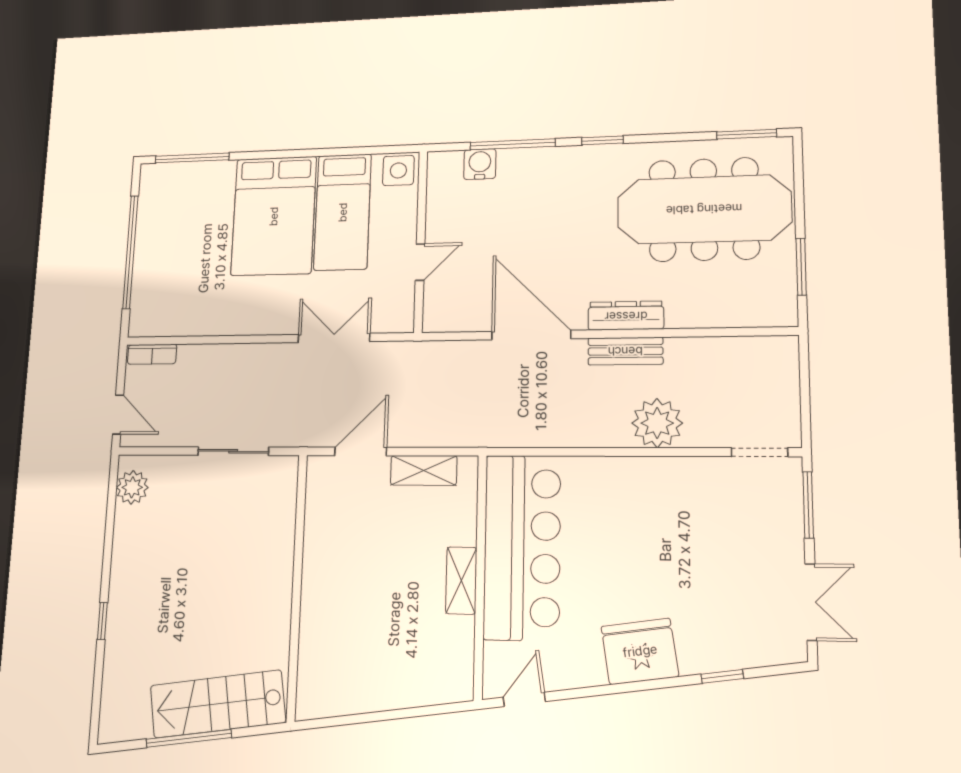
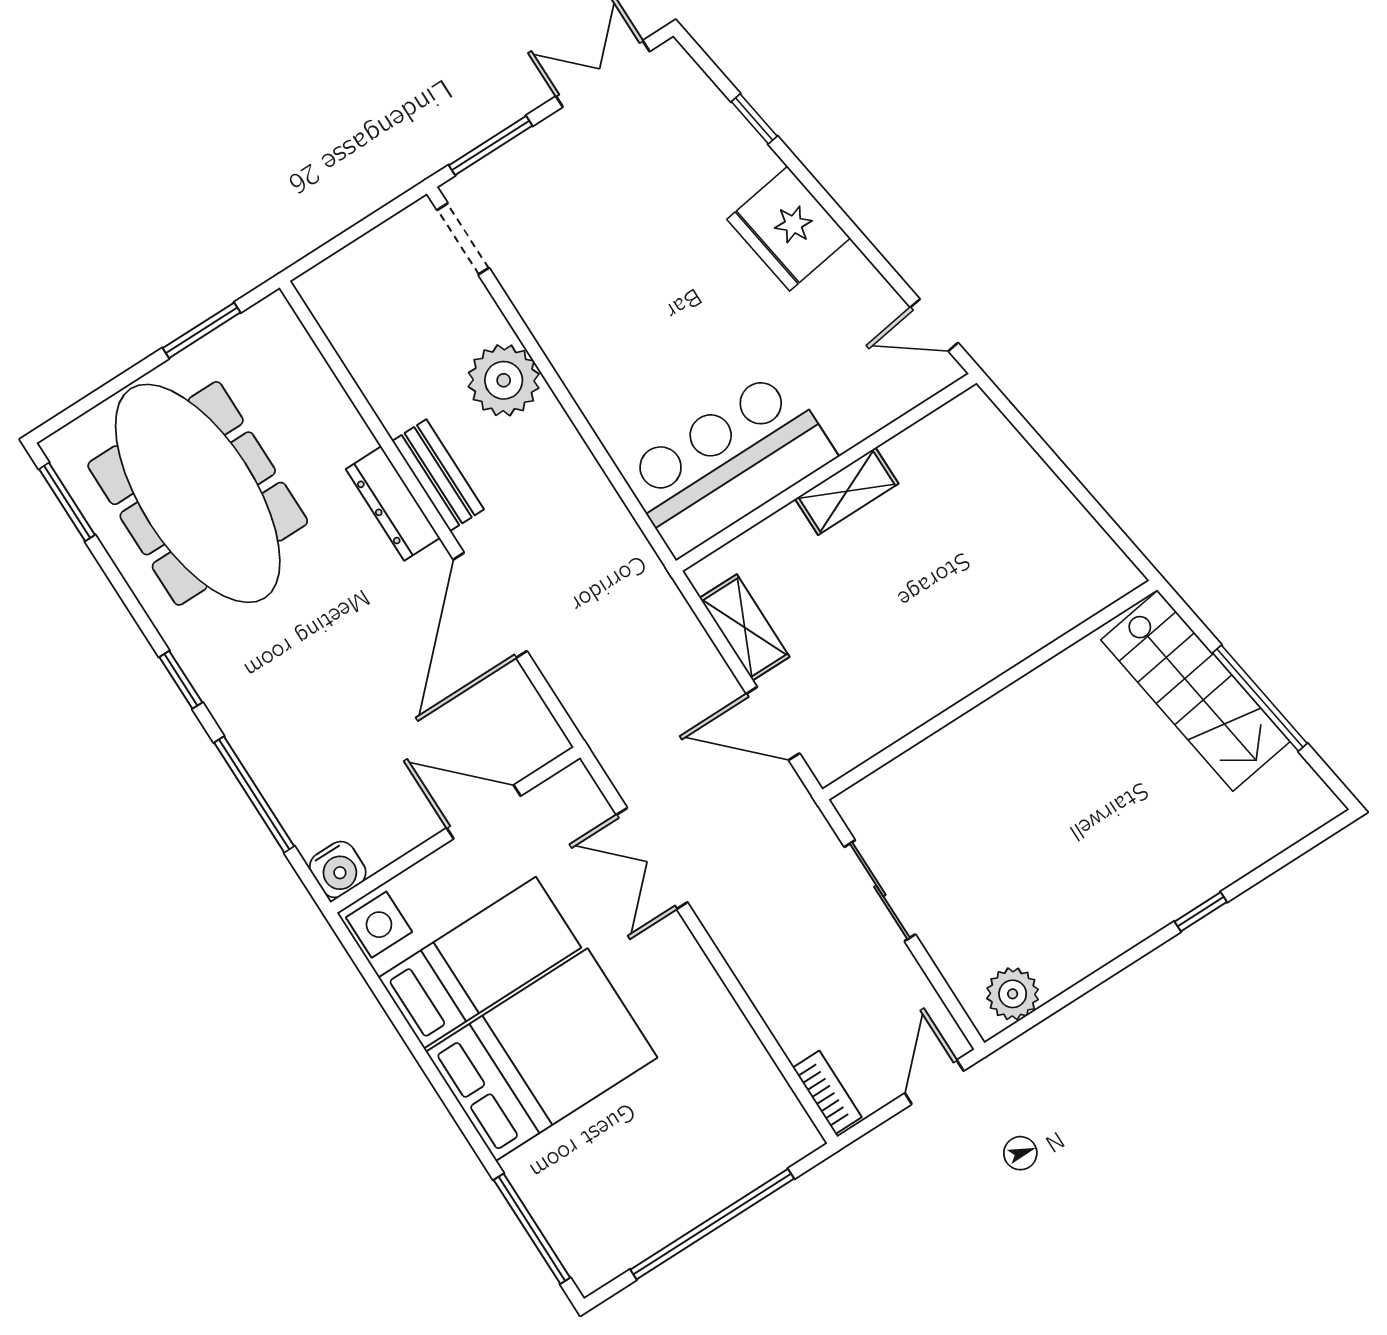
water cooler: (480, 164) -> (338, 869), moved, turned -90
door: (420, 262) -> (484, 812), width x1.38
bar counter: (522, 547) -> (729, 463), width x0.73

